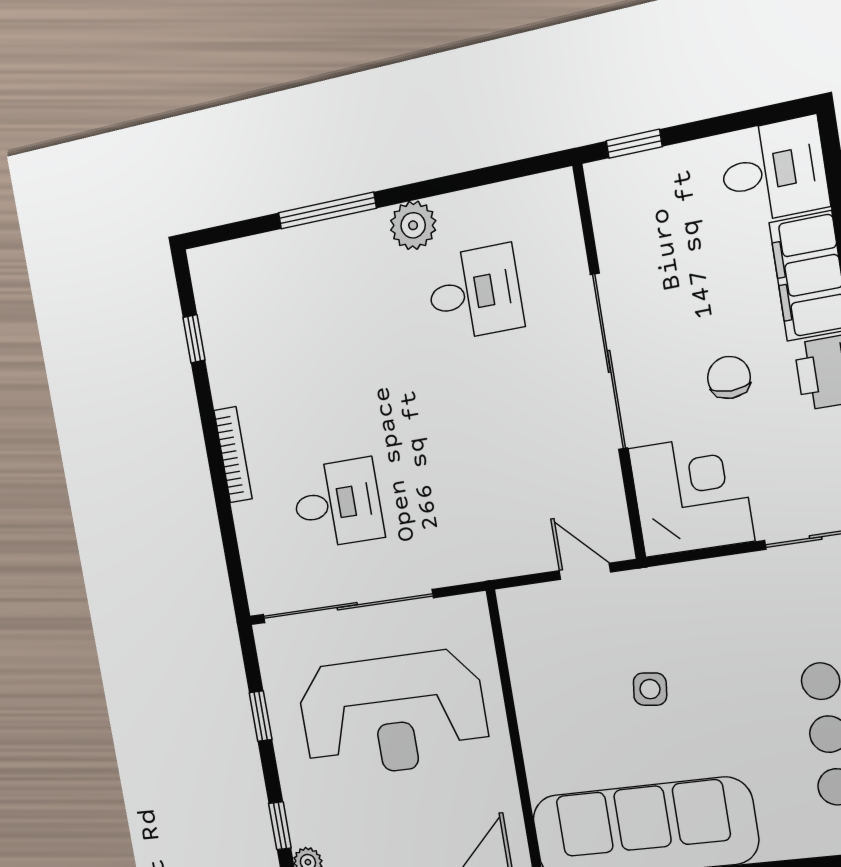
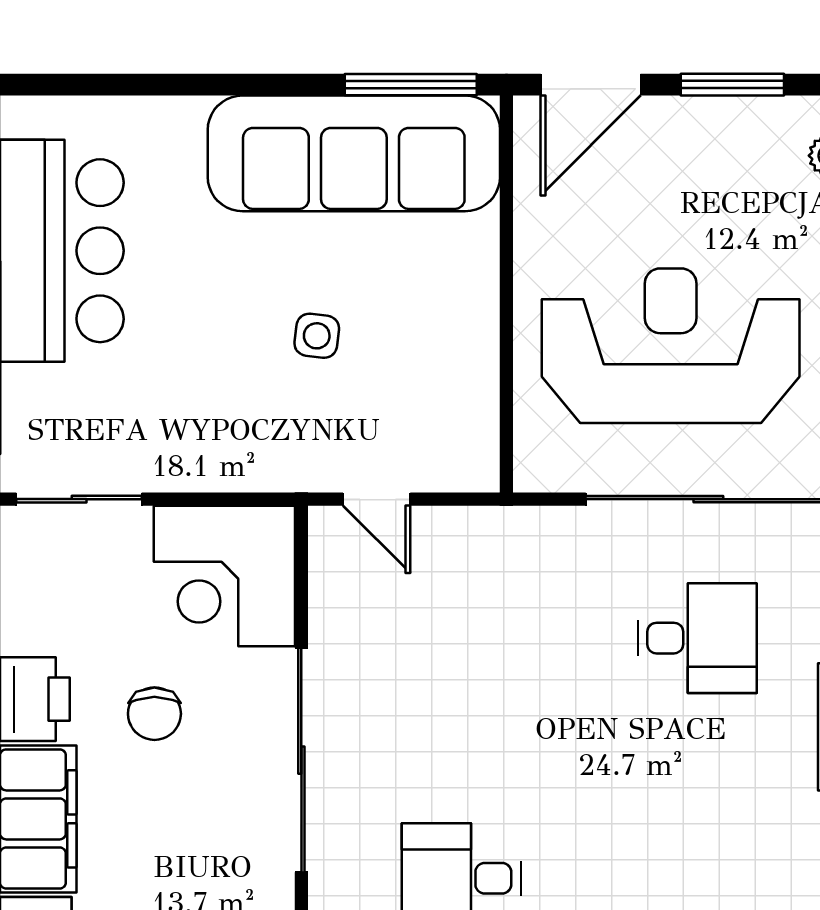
desk: (337, 503) -> (697, 638), turned 180

